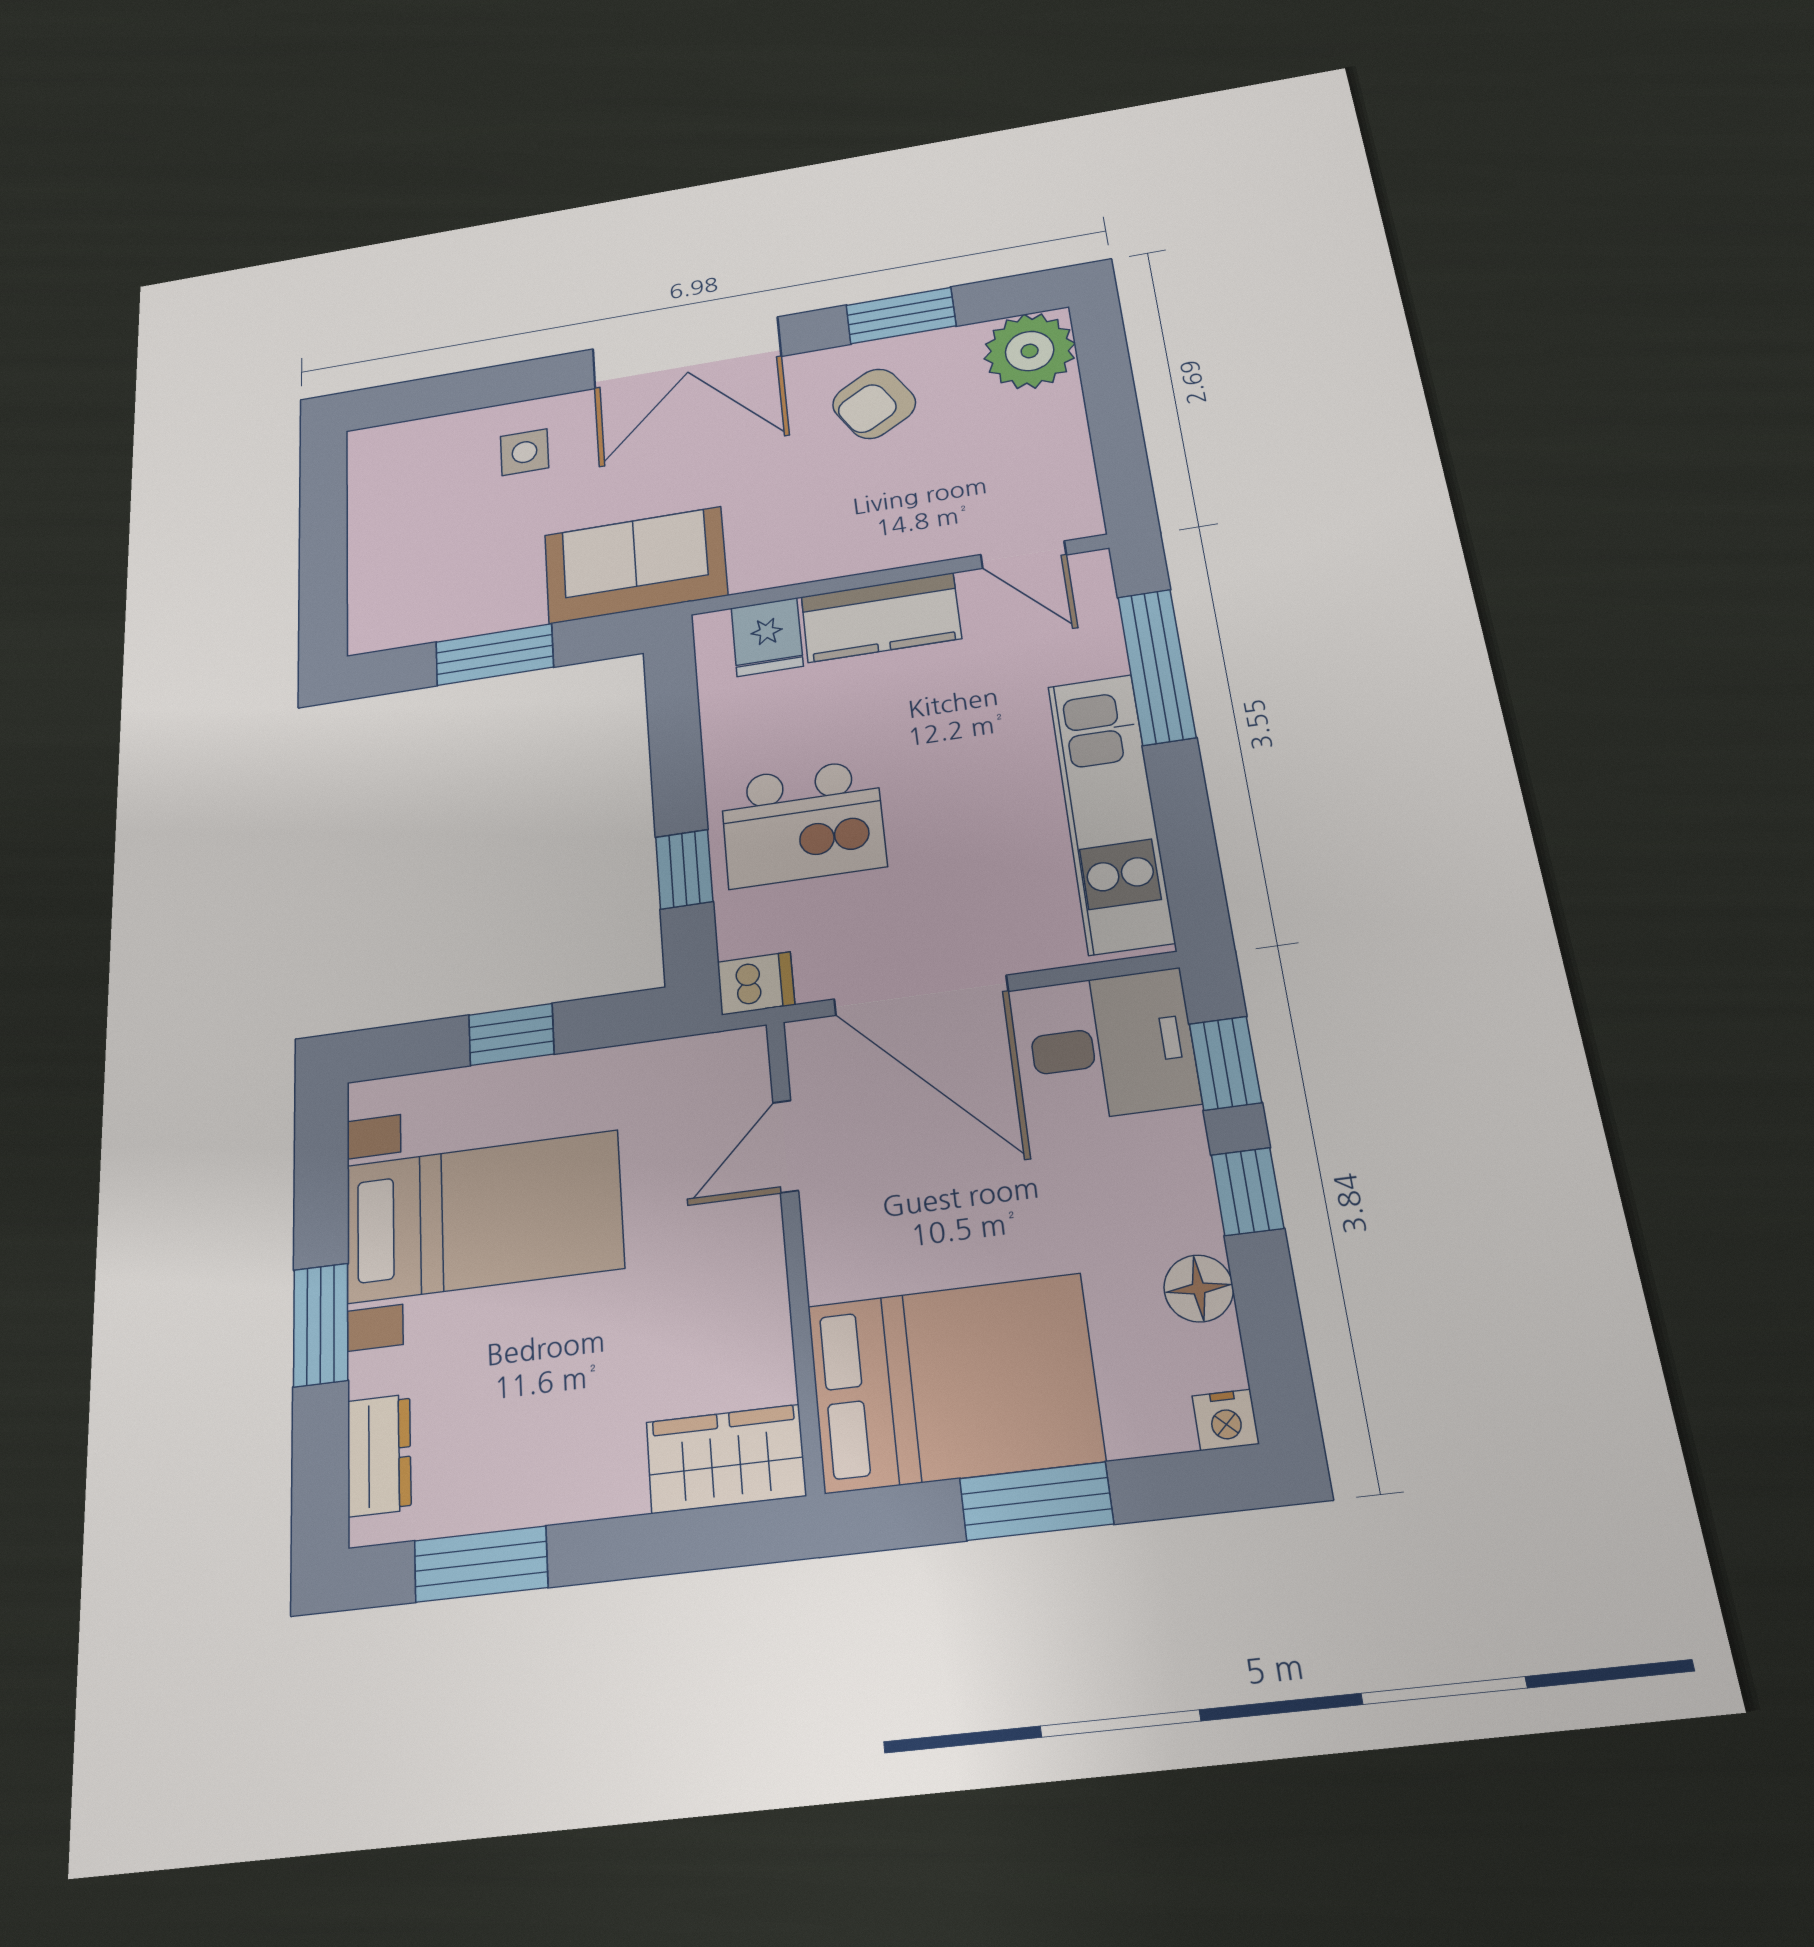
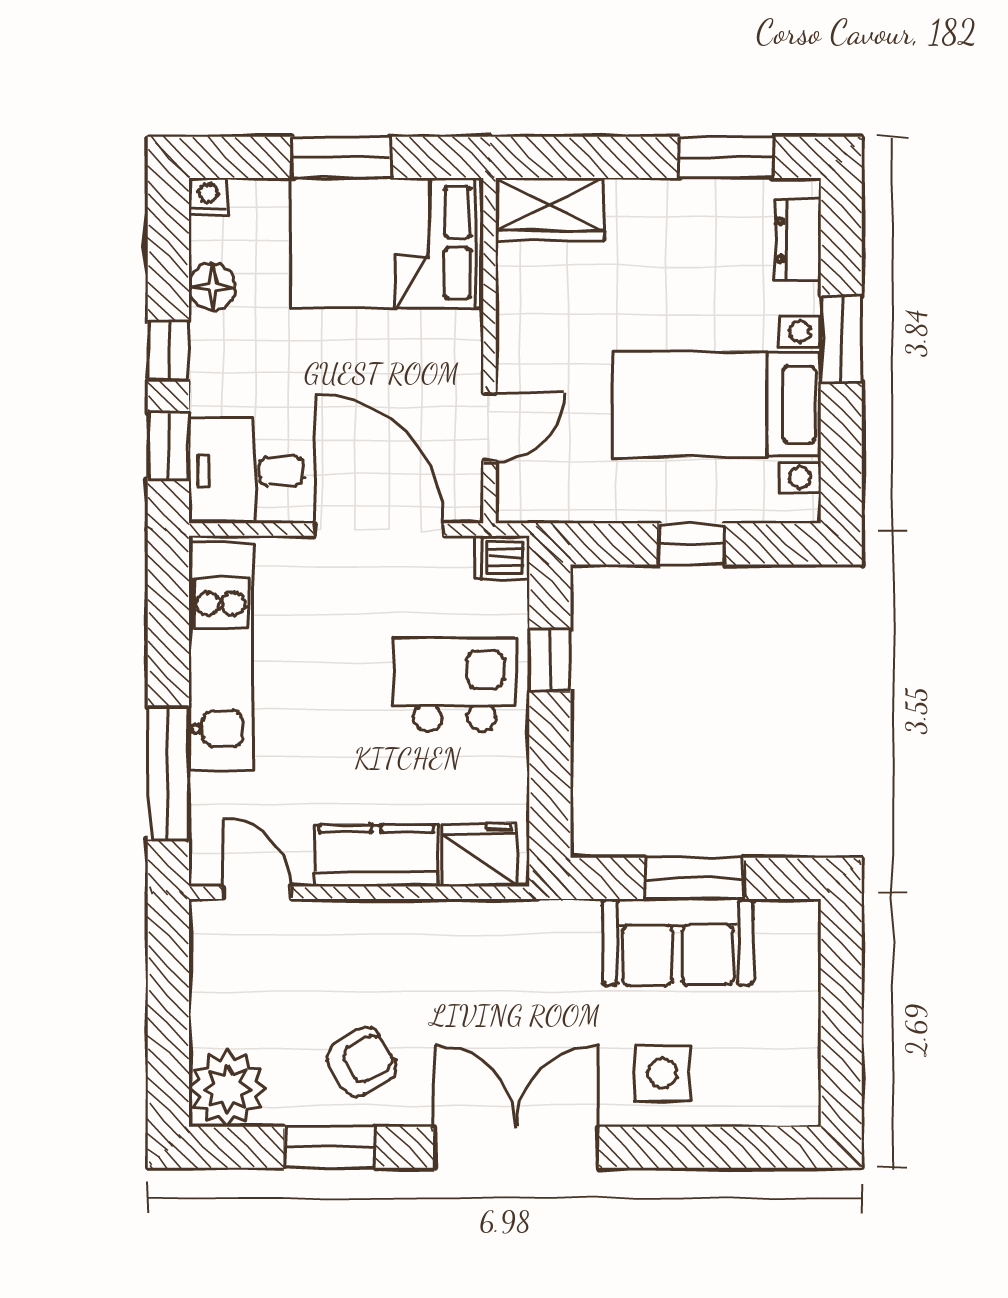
side table: (524, 452) -> (663, 1073), width x1.37, depth x1.37
sofa: (635, 565) -> (678, 942), moved
fridge: (767, 637) -> (479, 854), width x1.38

